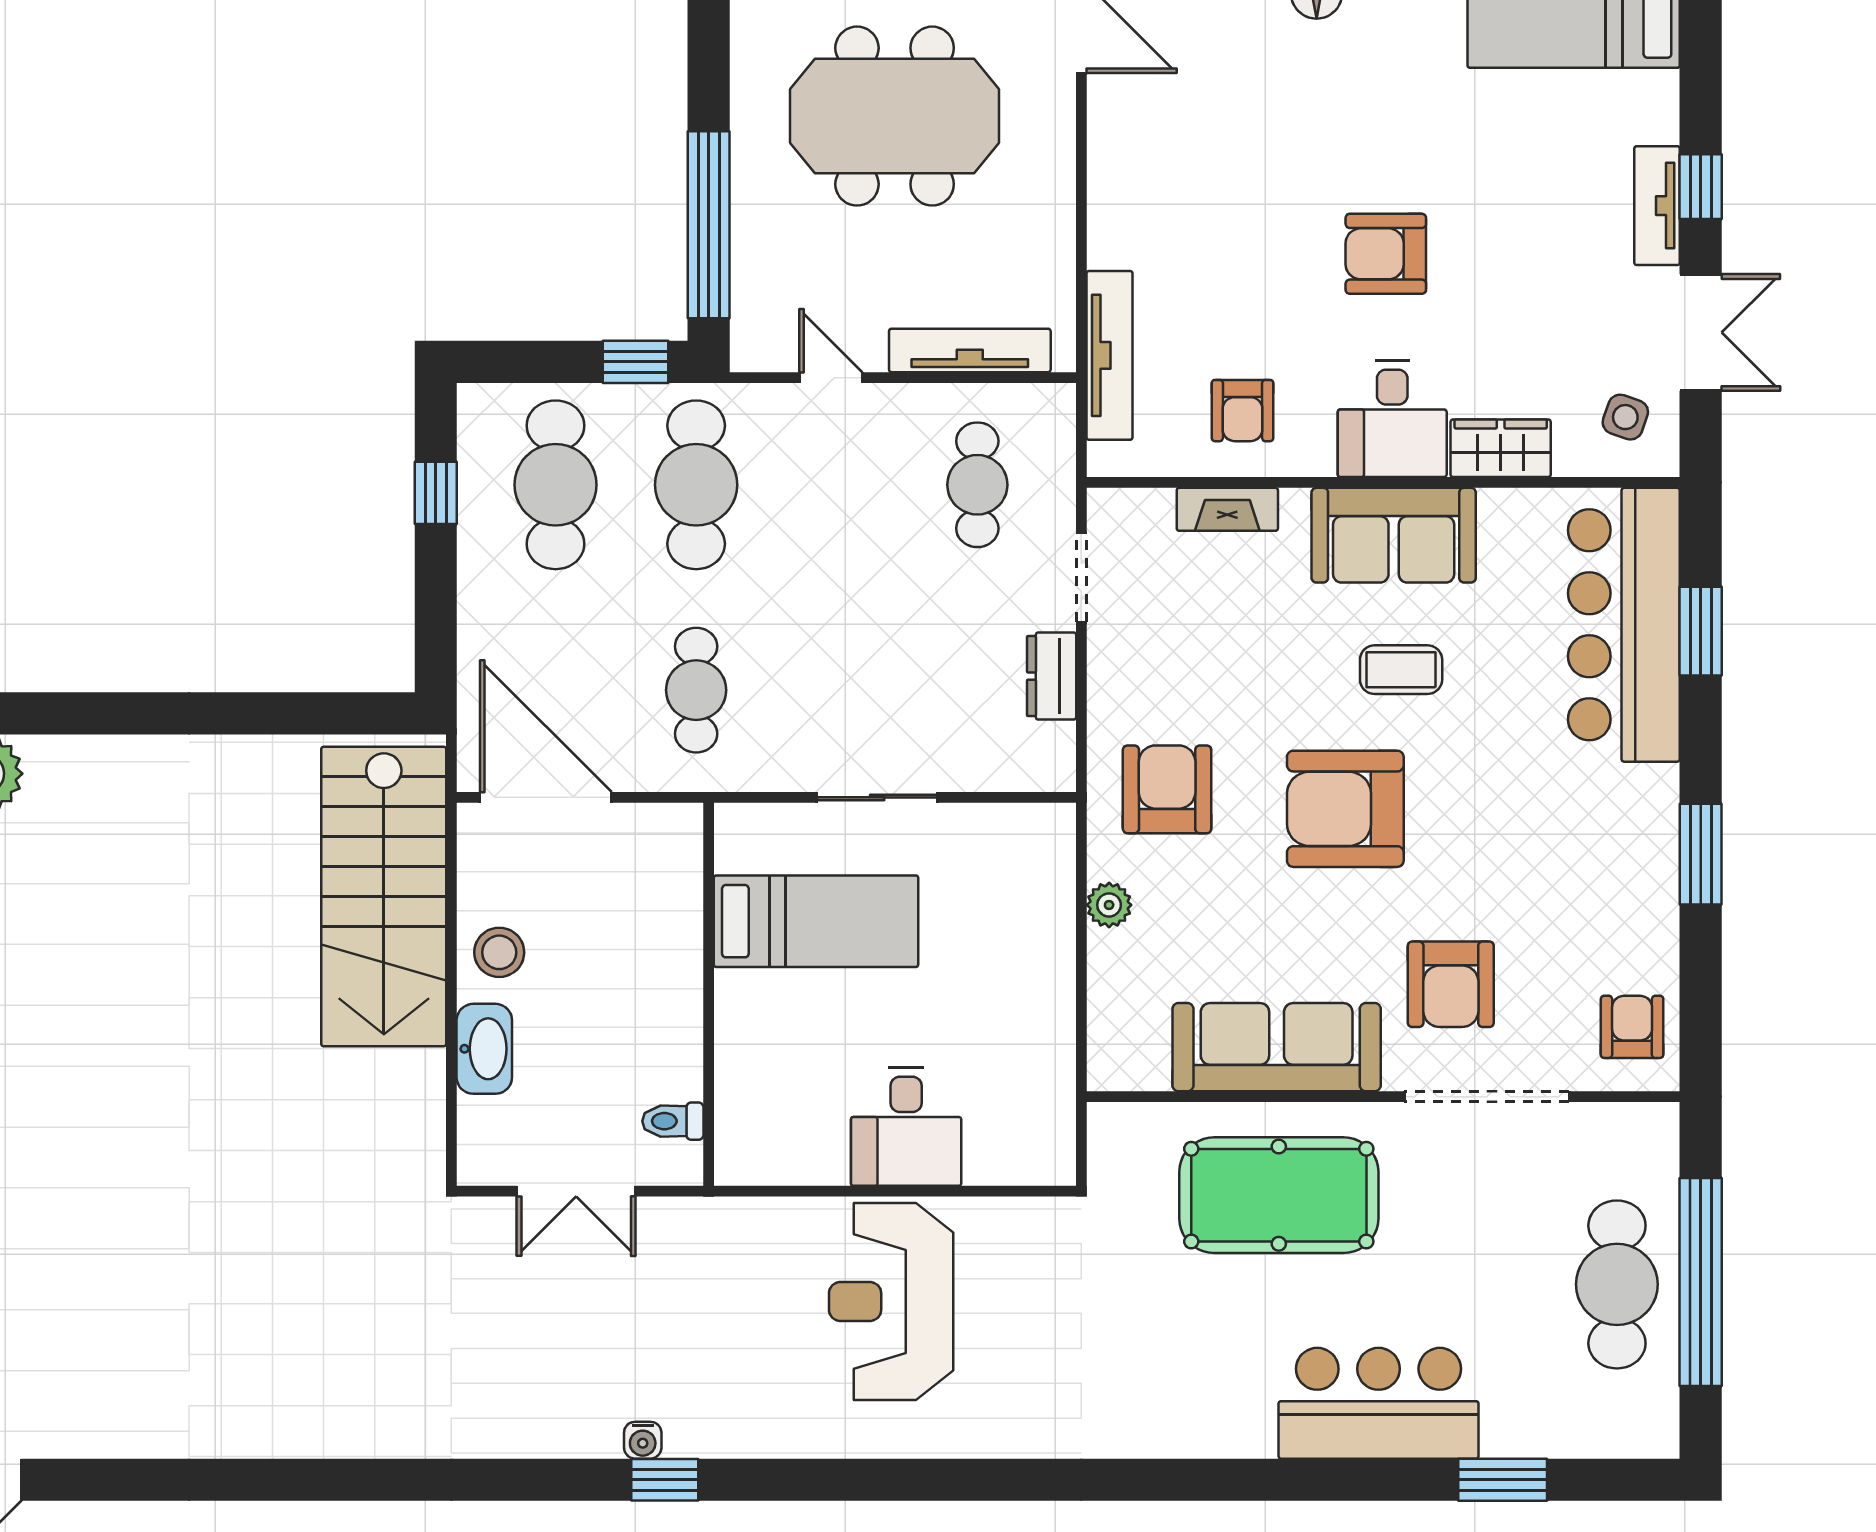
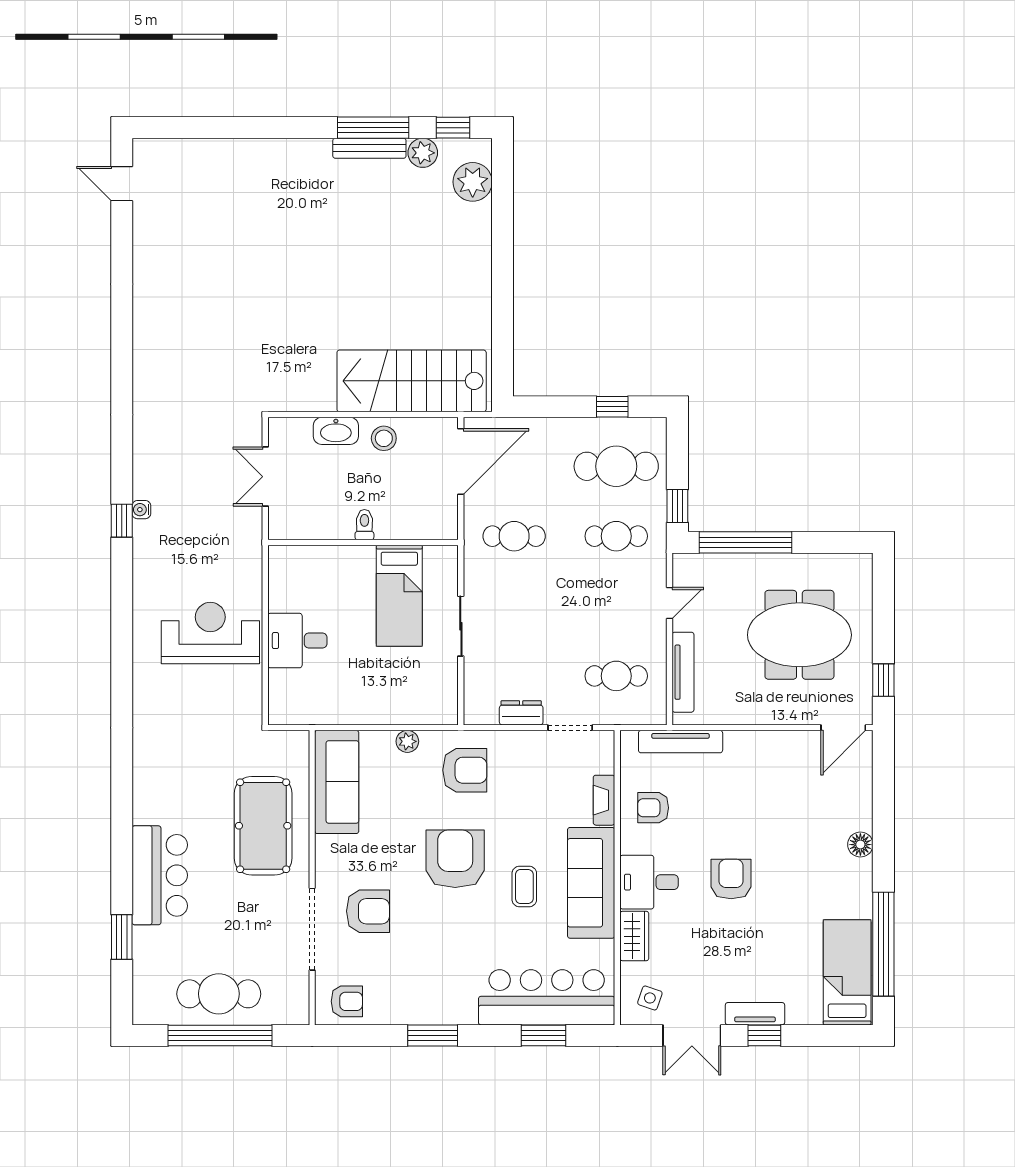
meeting table: (895, 116) -> (799, 635), turned 90
cafe table: (696, 485) -> (616, 536), width x0.73, depth x0.74
sofa: (1394, 535) -> (591, 883), width x1.36
armchair: (1451, 984) -> (368, 911), turned 180
sofa: (1277, 1047) -> (337, 782), moved
toilet: (673, 1121) -> (364, 525), moved

